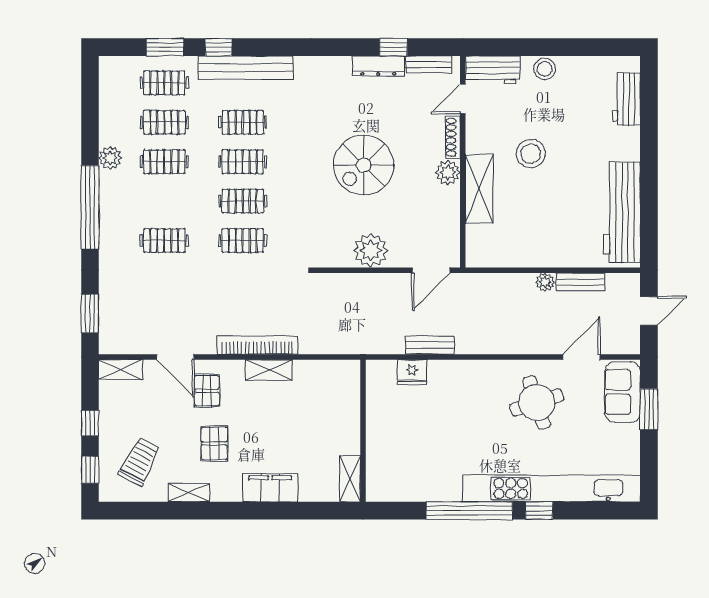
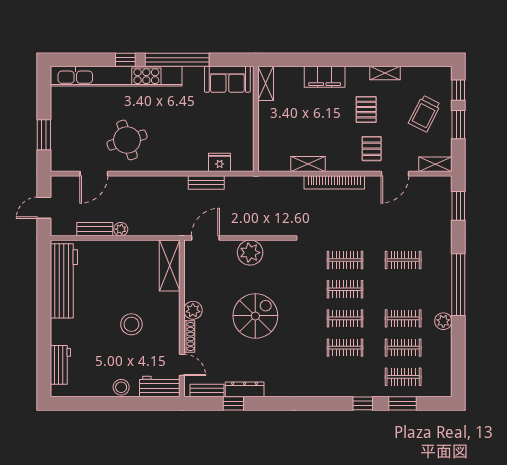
bench: (246, 68) -> (343, 388), removed
door: (463, 99) -> (182, 365), hinge flipped
shelving: (479, 189) -> (170, 265), moved
door: (175, 357) -> (395, 174), swing flipped
shelving: (269, 370) -> (308, 164), moved
sofa: (623, 392) -> (227, 79), moved, turned 90
window: (90, 423) -> (458, 125), width x1.50
trolley: (139, 462) -> (425, 114), moved

